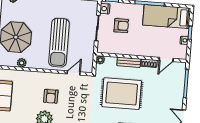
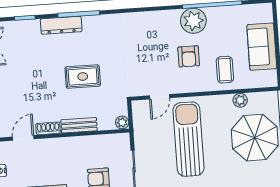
coffee table: (29, 84) -> (225, 70), added
rug: (122, 94) -> (83, 76), width x0.54, depth x0.49
armchair: (51, 96) -> (189, 56), turned 180

